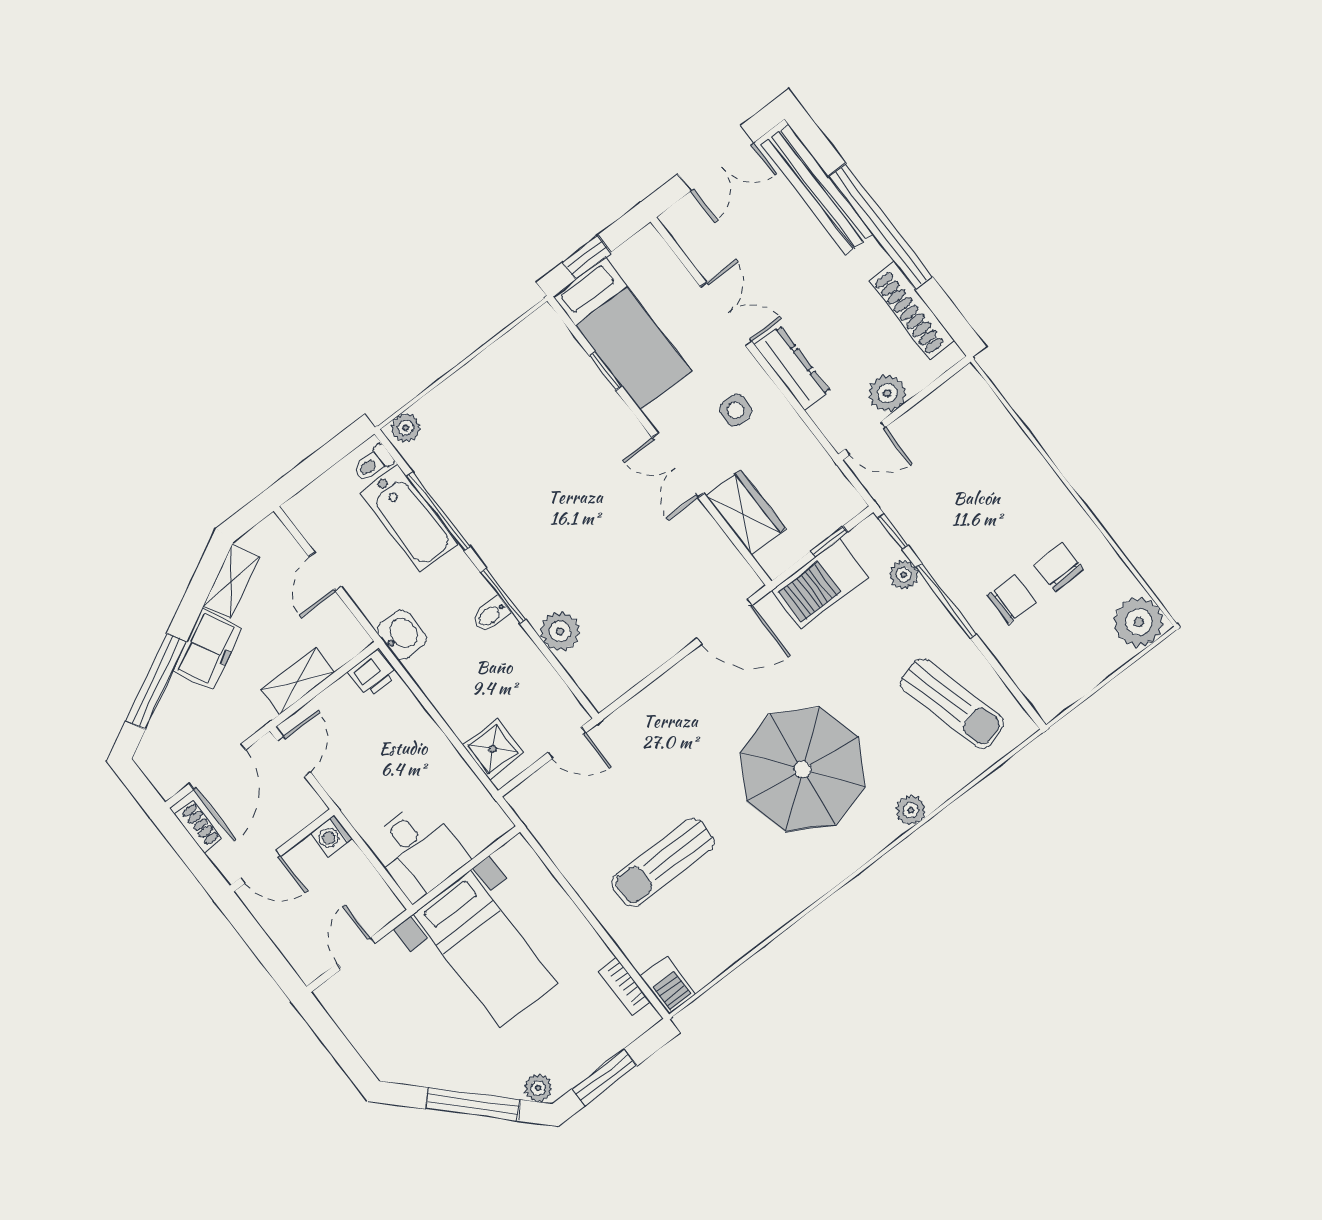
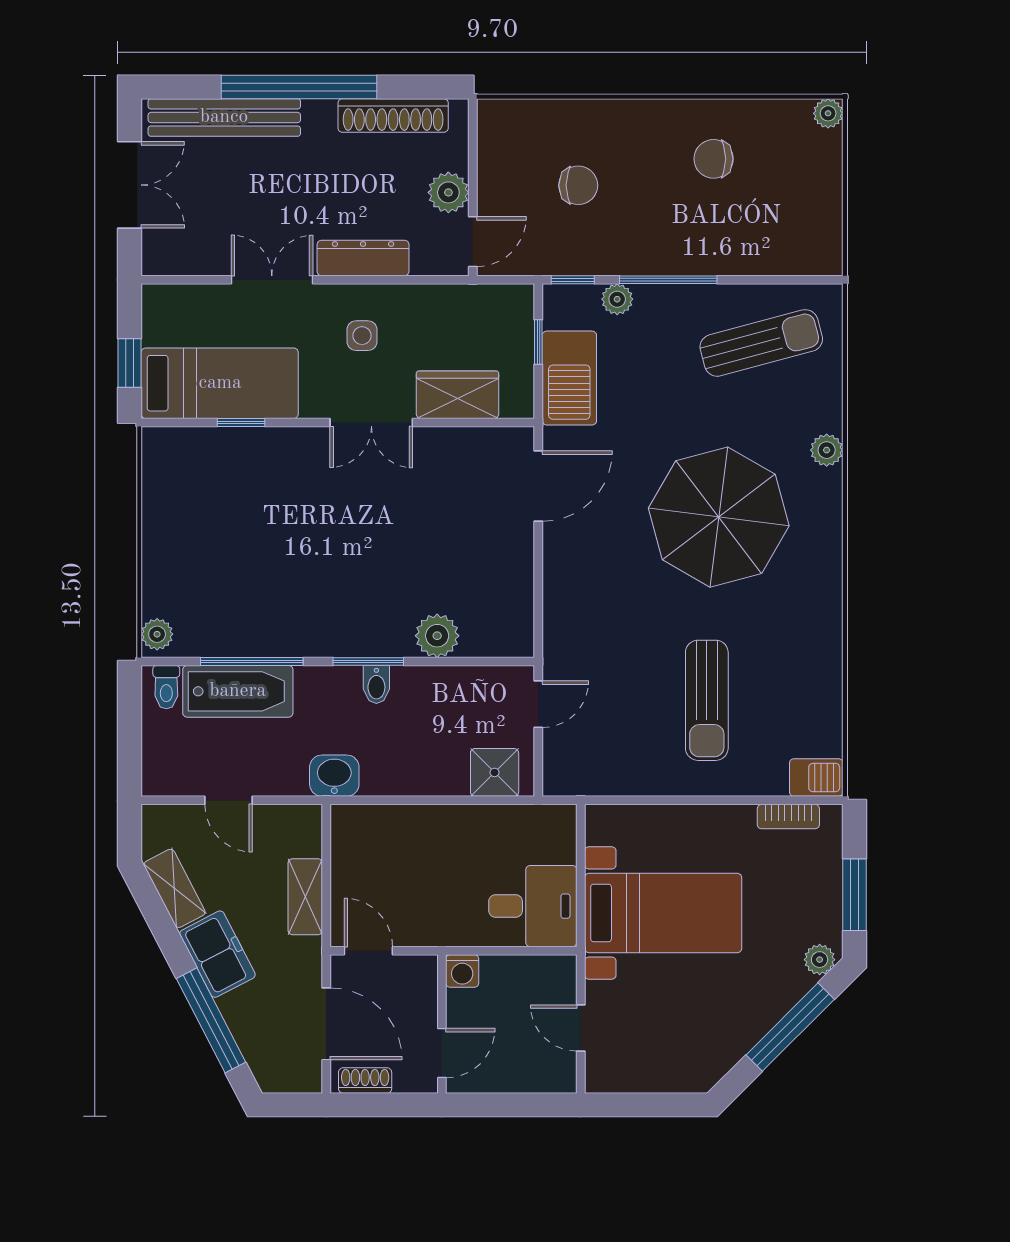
chair: (1012, 599) -> (578, 185), moved, turned 90
plant: (1139, 622) -> (828, 113), width x0.53, depth x0.53
printer: (373, 674) -> (349, 827), removed

